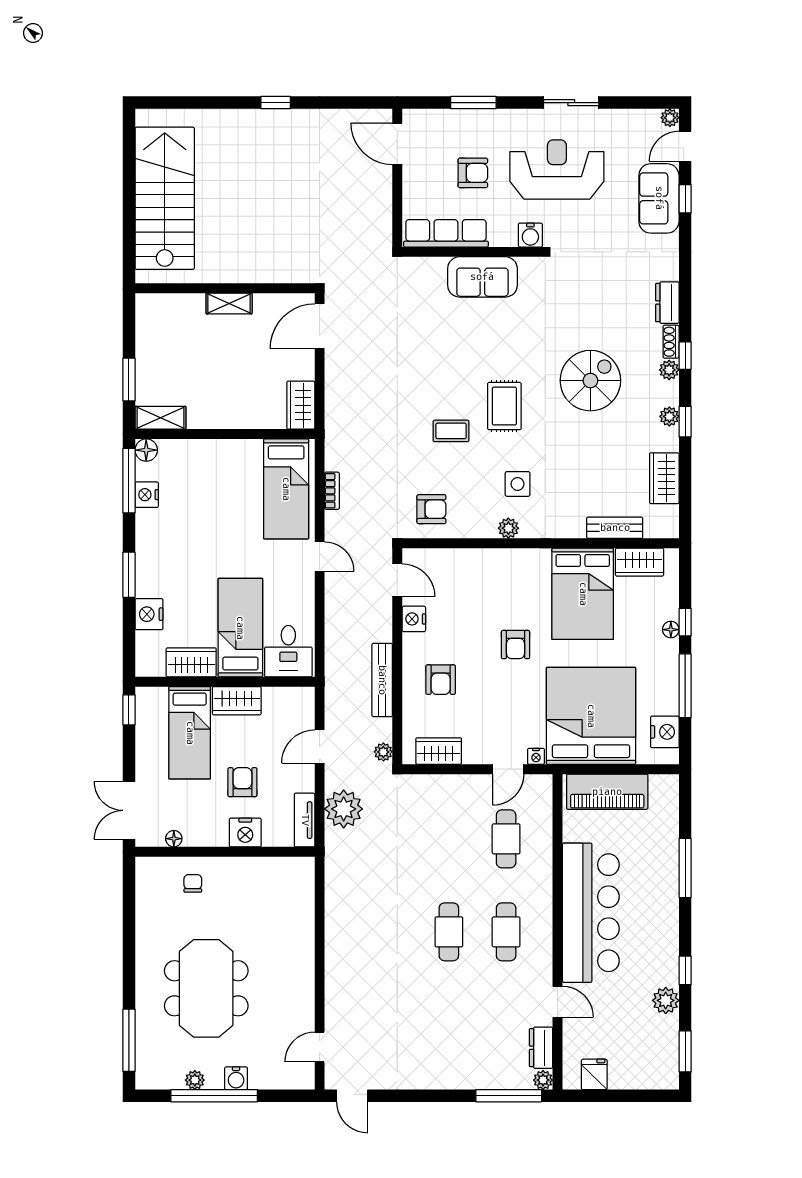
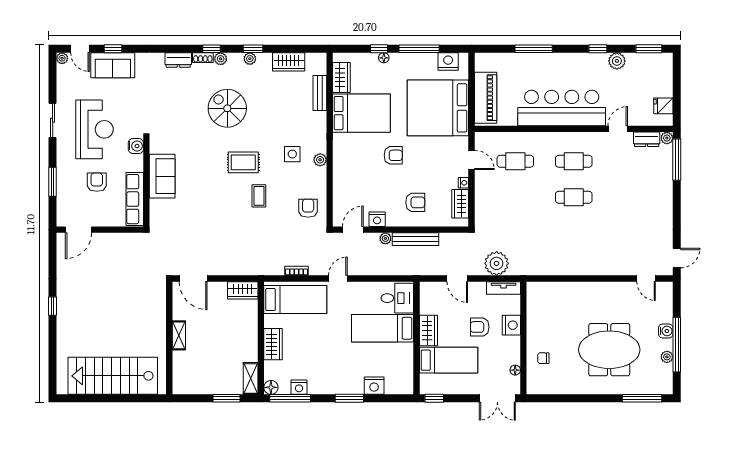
reception desk: (557, 169) -> (95, 129), turned 180
wardrobe: (191, 662) -> (273, 344), moved, turned 180
plant: (383, 752) -> (385, 238), moved
nightstand: (536, 756) -> (463, 183), moved

